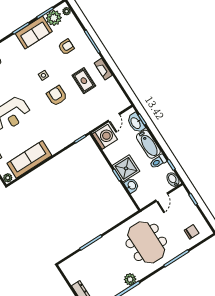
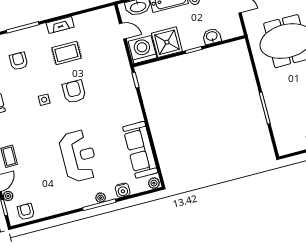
armchair: (57, 96) -> (74, 92), turned 90
shower: (126, 168) -> (167, 42), moved

